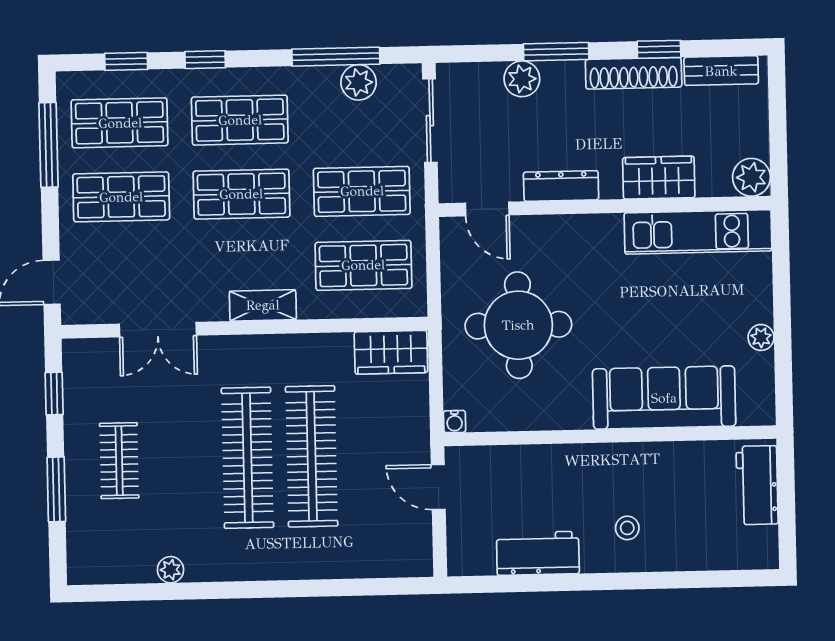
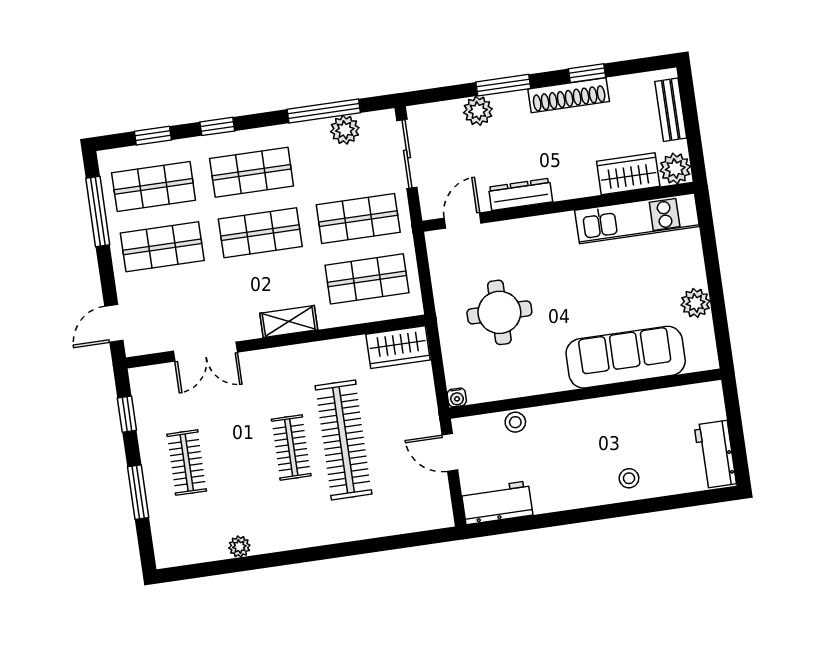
bench: (721, 71) -> (671, 110), moved, turned 90
wardrobe: (659, 178) -> (628, 174), moved
door: (487, 209) -> (463, 221), swing flipped
round table: (518, 325) -> (499, 312), width x0.73, depth x0.73
plant: (761, 337) -> (695, 303), width x1.38, depth x1.38
clothes rail: (247, 458) -> (291, 447), width x0.54, depth x0.76
stool: (522, 460) -> (515, 422), added
workbench: (757, 485) -> (715, 454), moved
stool: (627, 528) -> (629, 478), moved
workbench: (538, 553) -> (497, 503), moved

